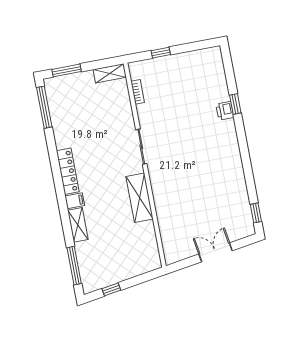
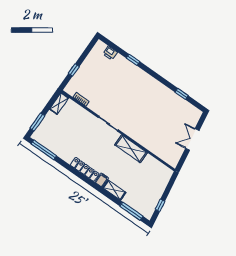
printer: (225, 111) -> (110, 53), moved
window: (256, 213) -> (182, 94), moved

